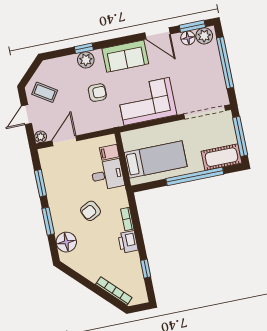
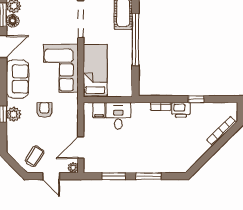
door: (64, 141) -> (81, 148), hinge flipped
bed: (156, 159) -> (95, 71), moved
armchair: (90, 211) -> (147, 137), removed
floor lamp: (66, 242) -> (170, 164), removed
window: (146, 269) -> (196, 99), moved

